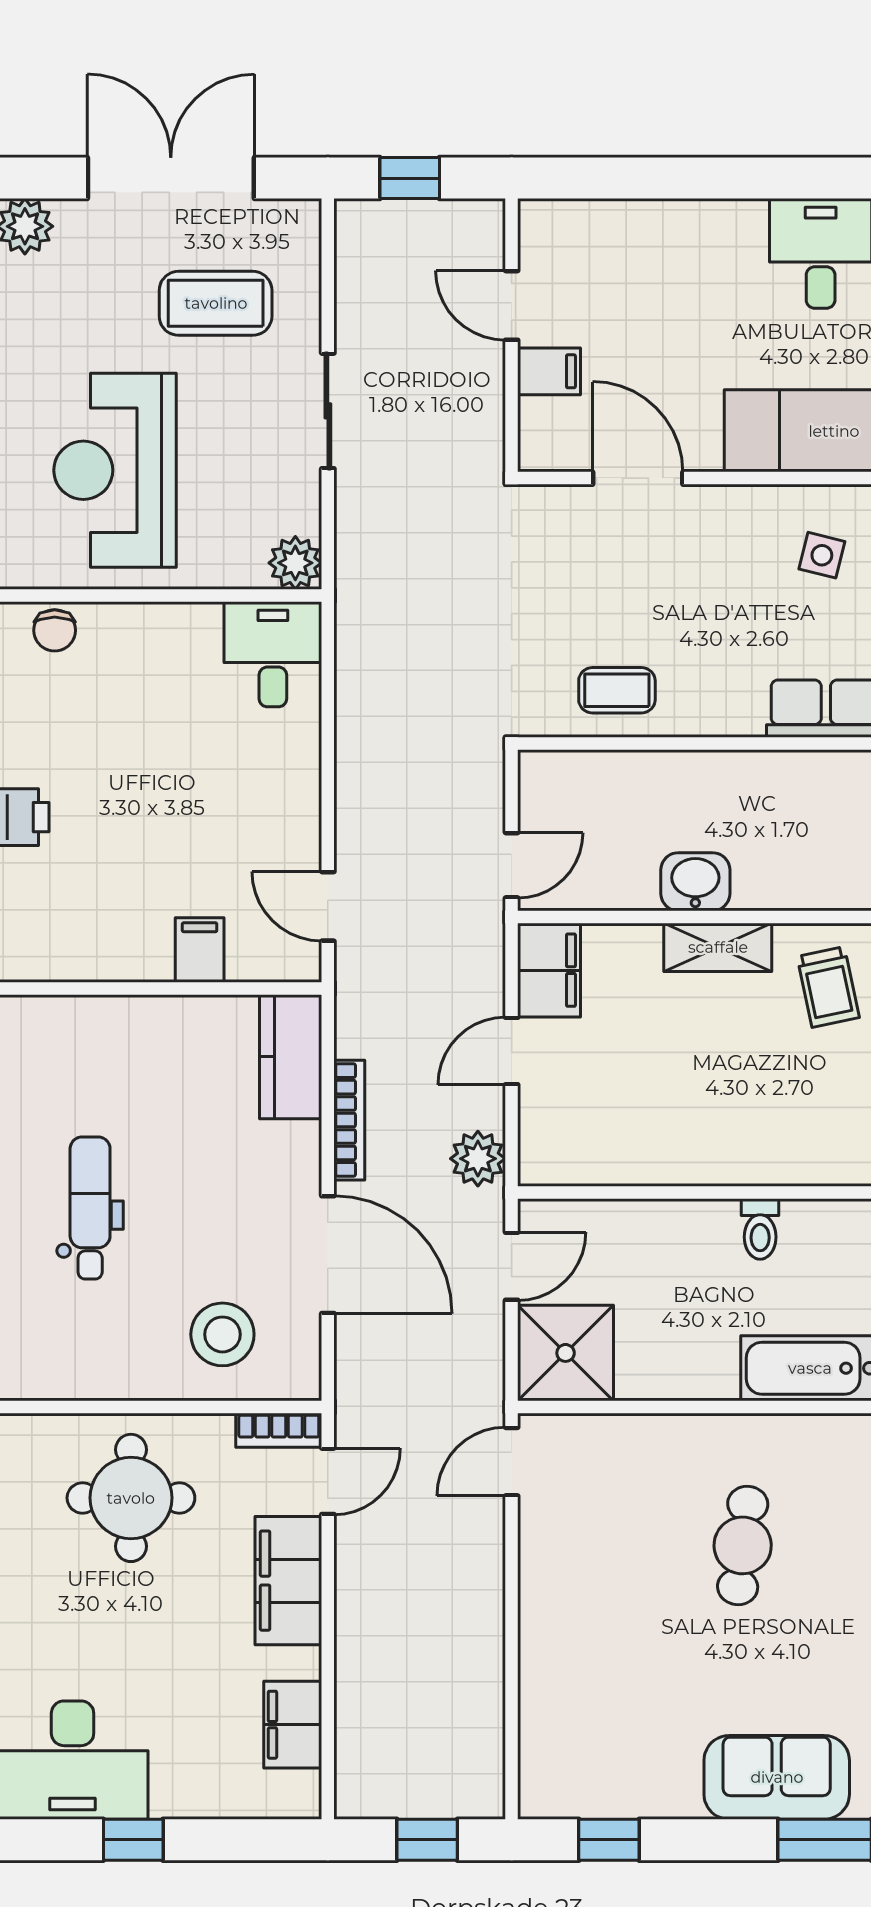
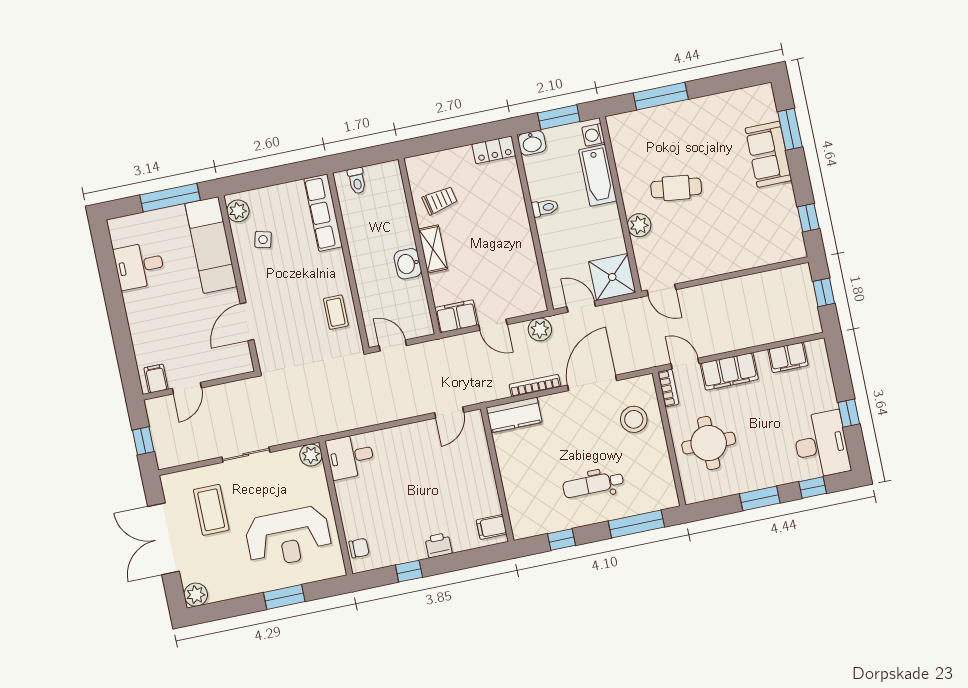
filing cabinet: (549, 371) -> (156, 379), moved
door: (512, 865) -> (393, 346), moved
filing cabinet: (200, 950) -> (491, 527), moved
plant: (674, 1441) -> (639, 225), added

